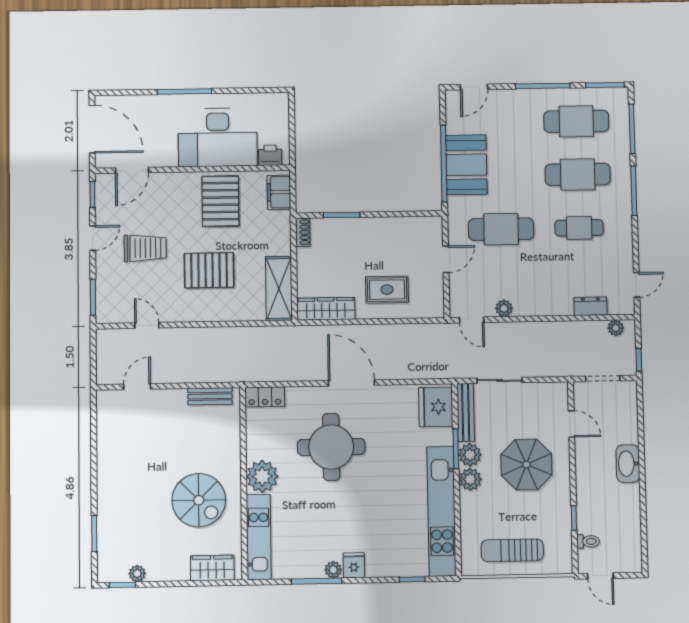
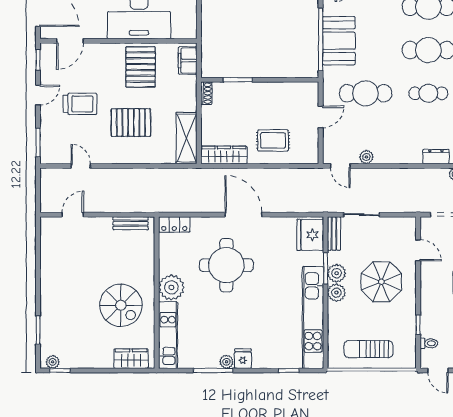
printer: (270, 155) -> (181, 31), removed
bench: (466, 412) -> (334, 234), width x0.73
plant: (137, 574) -> (53, 362), moved

